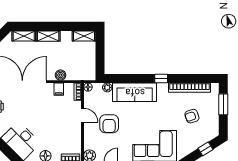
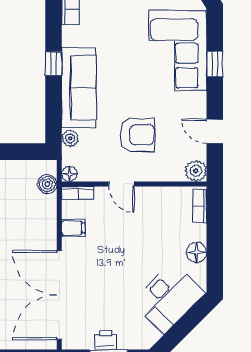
boiler: (60, 75) -> (47, 184), moved
window: (161, 79) -> (54, 64), moved
door: (82, 115) -> (121, 184), swing flipped

